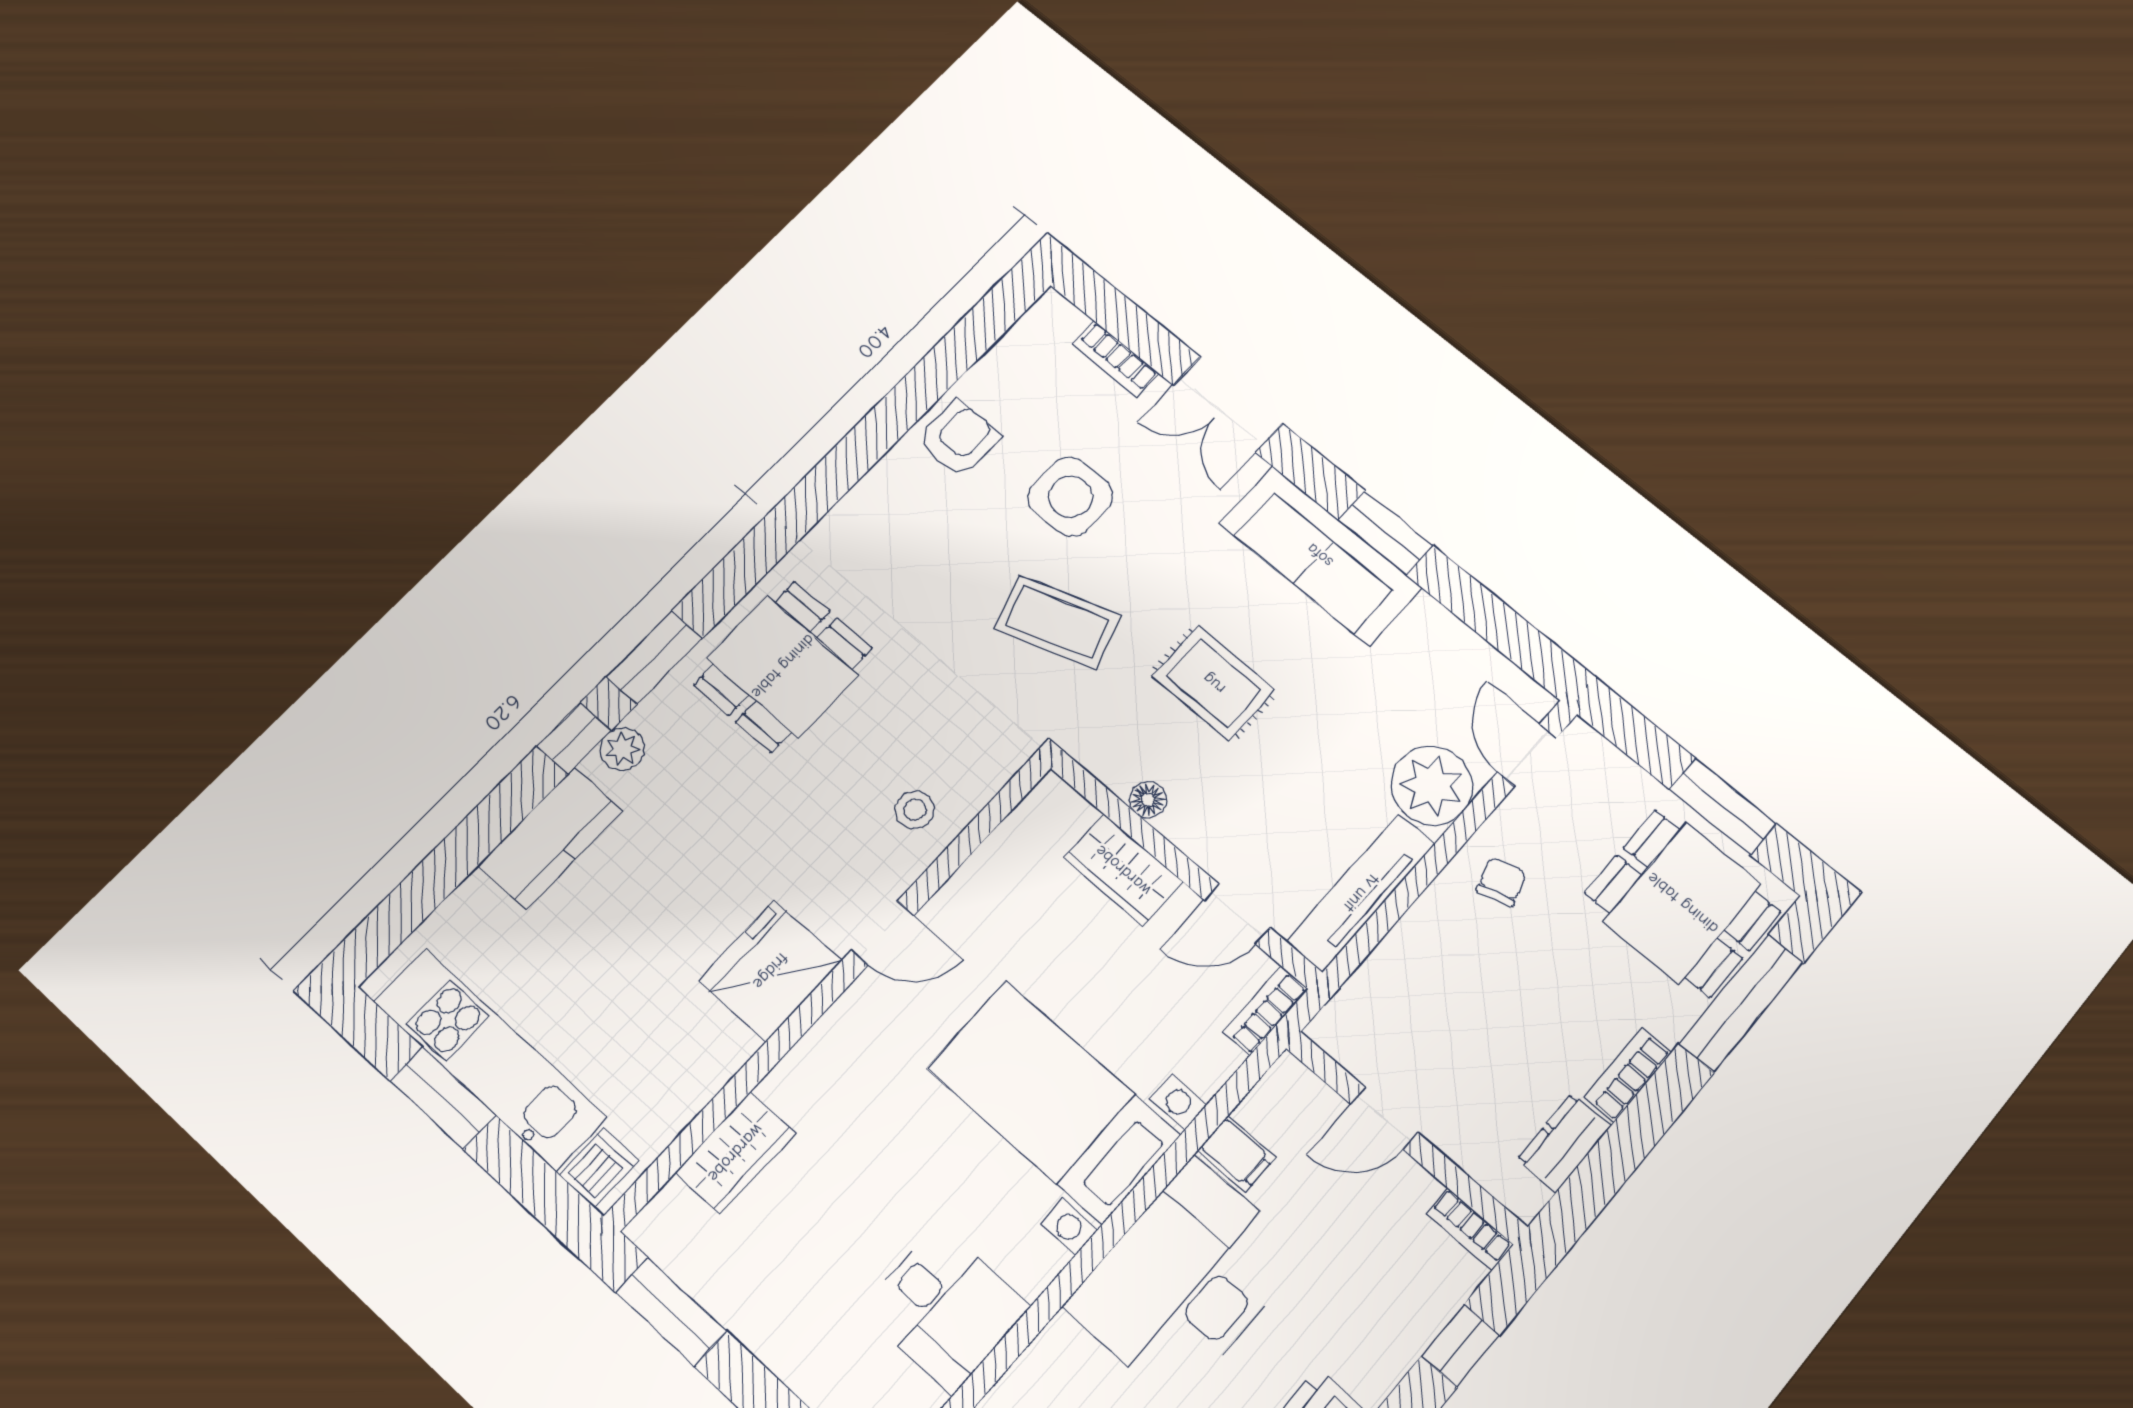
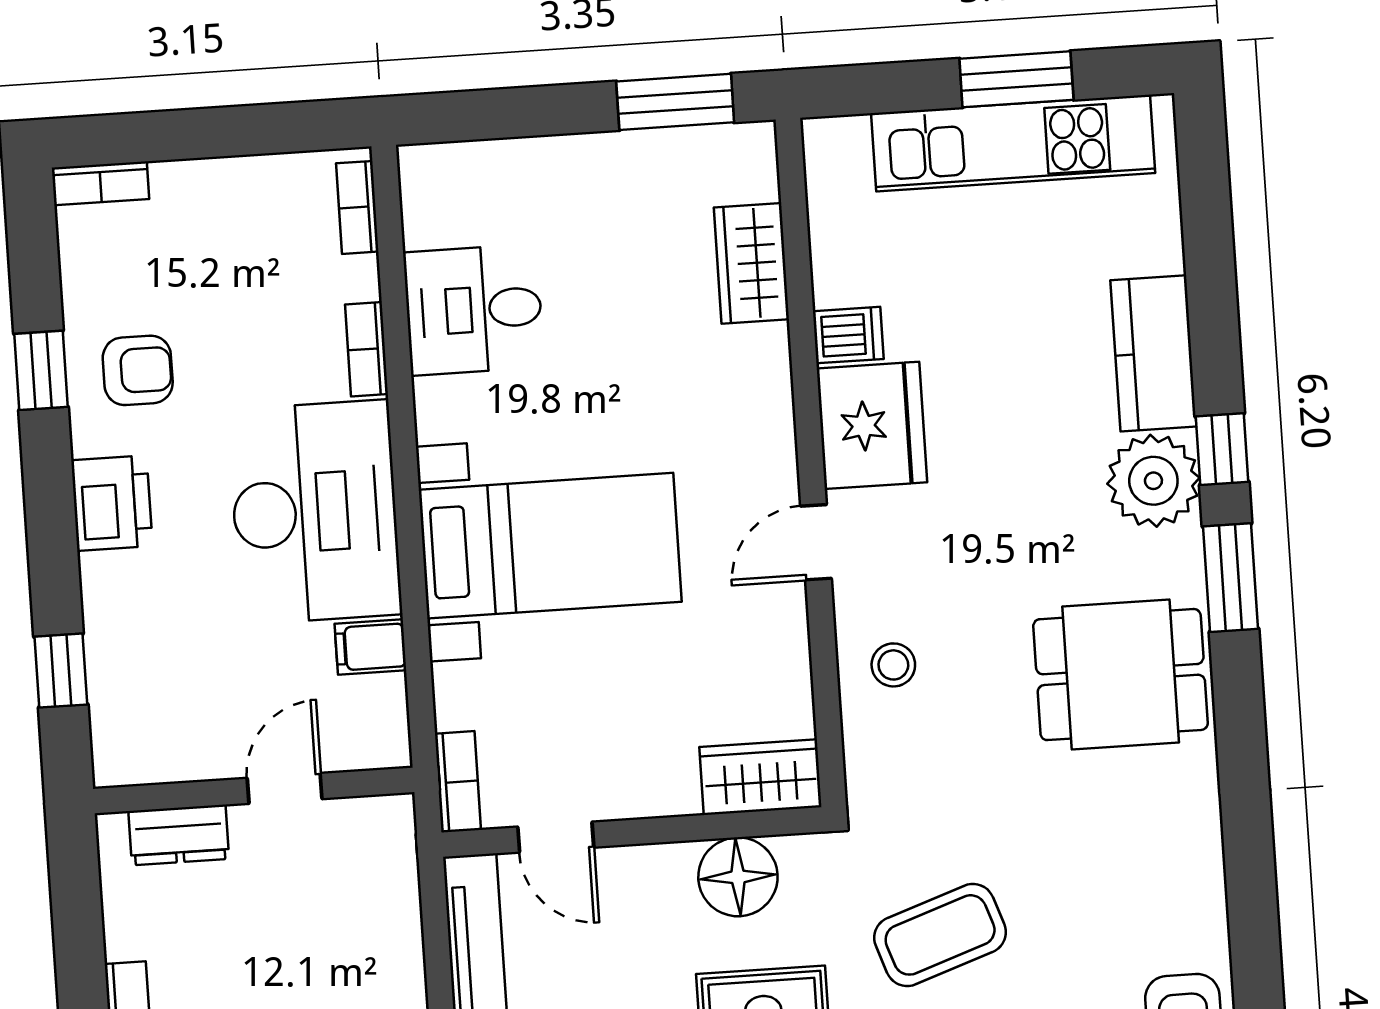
dining table: (783, 666) -> (1121, 675), turned 90
plant: (622, 749) -> (1153, 481), width x1.87, depth x1.87
floor lamp: (1148, 800) -> (738, 877), width x1.89, depth x1.89
wardrobe: (1123, 870) -> (760, 777), moved
door: (1237, 914) -> (556, 837), swing flipped
dresser: (1564, 1143) -> (179, 835), moved, turned 90
dishwasher: (599, 1168) -> (848, 335), moved, turned -90
bookcase: (1469, 1229) -> (367, 349), moved, turned -90

